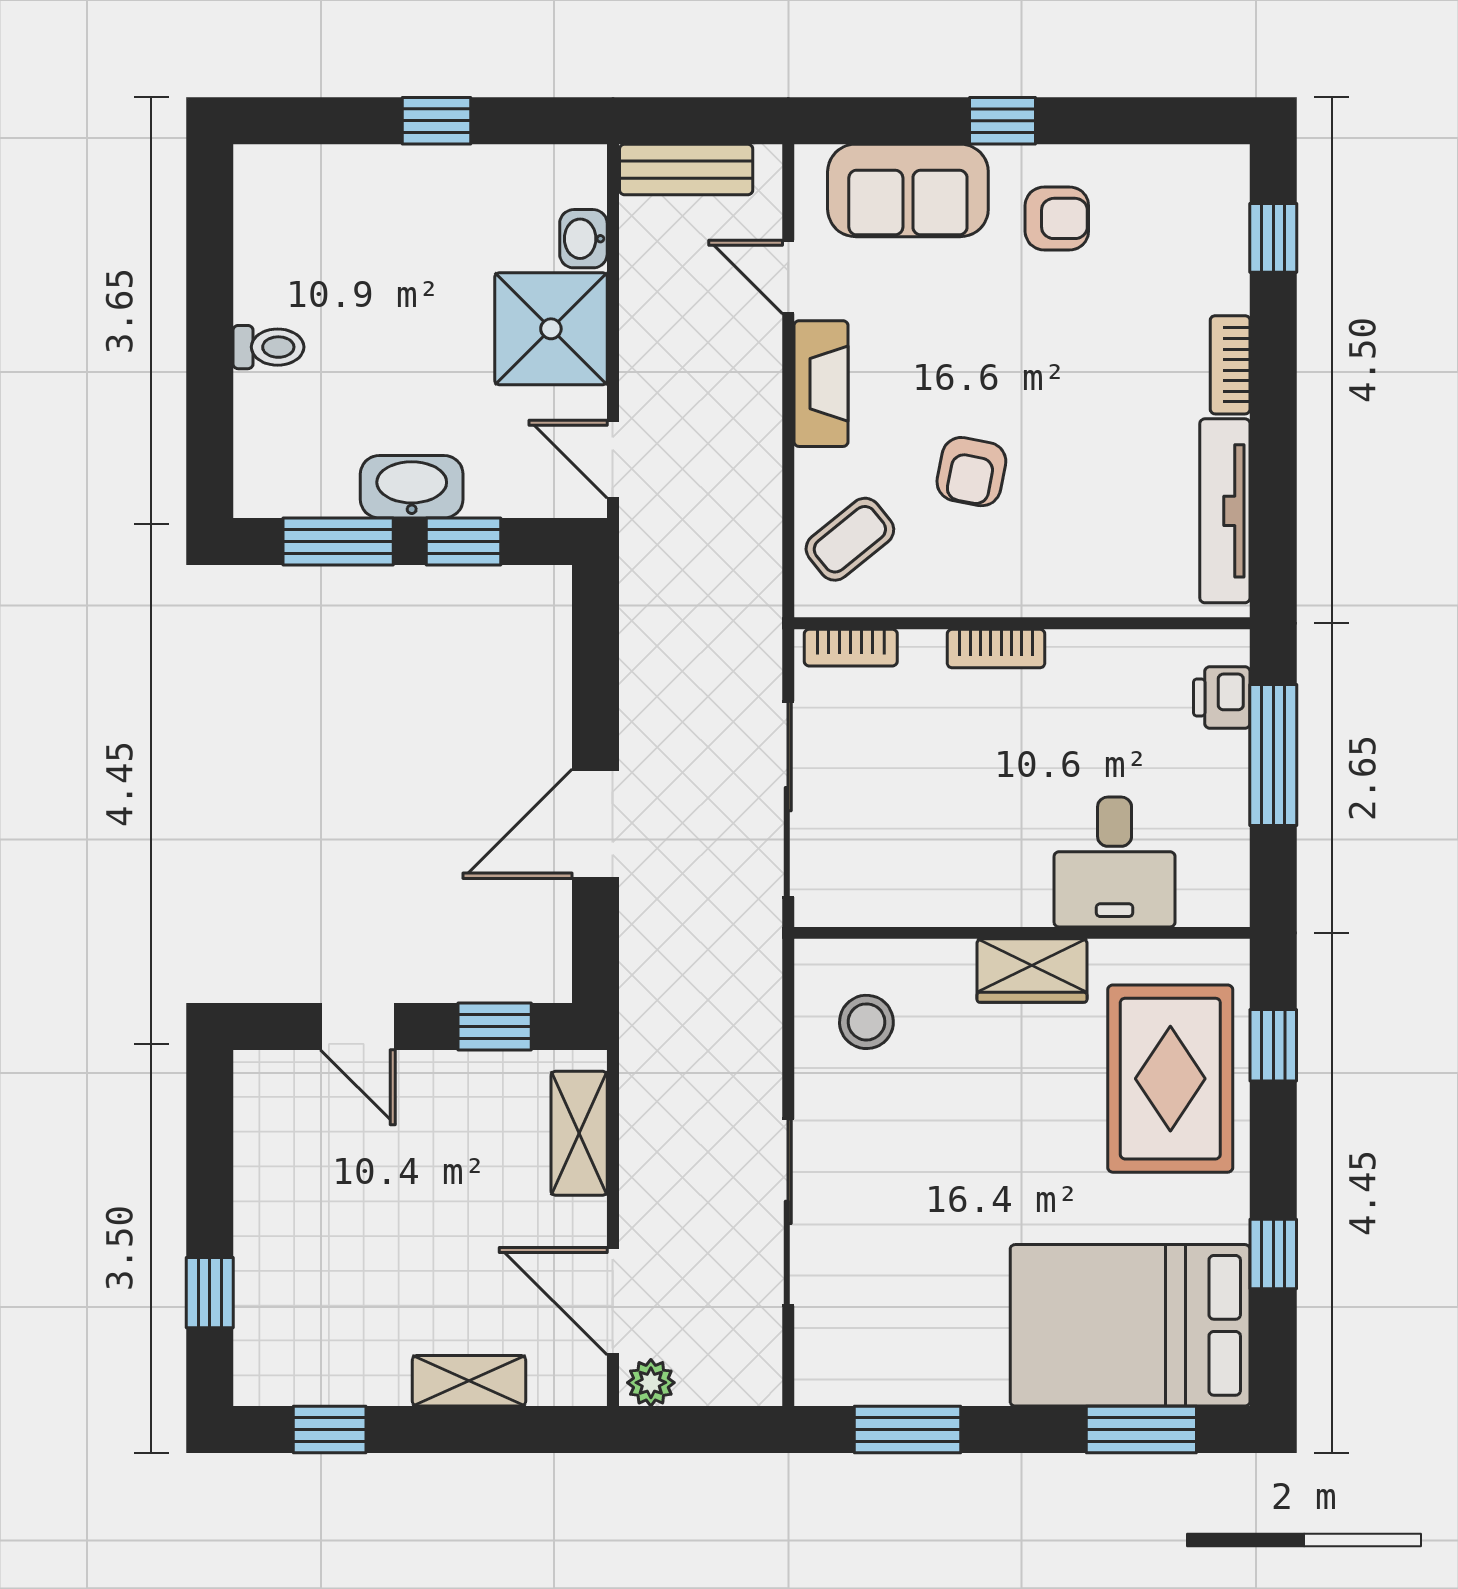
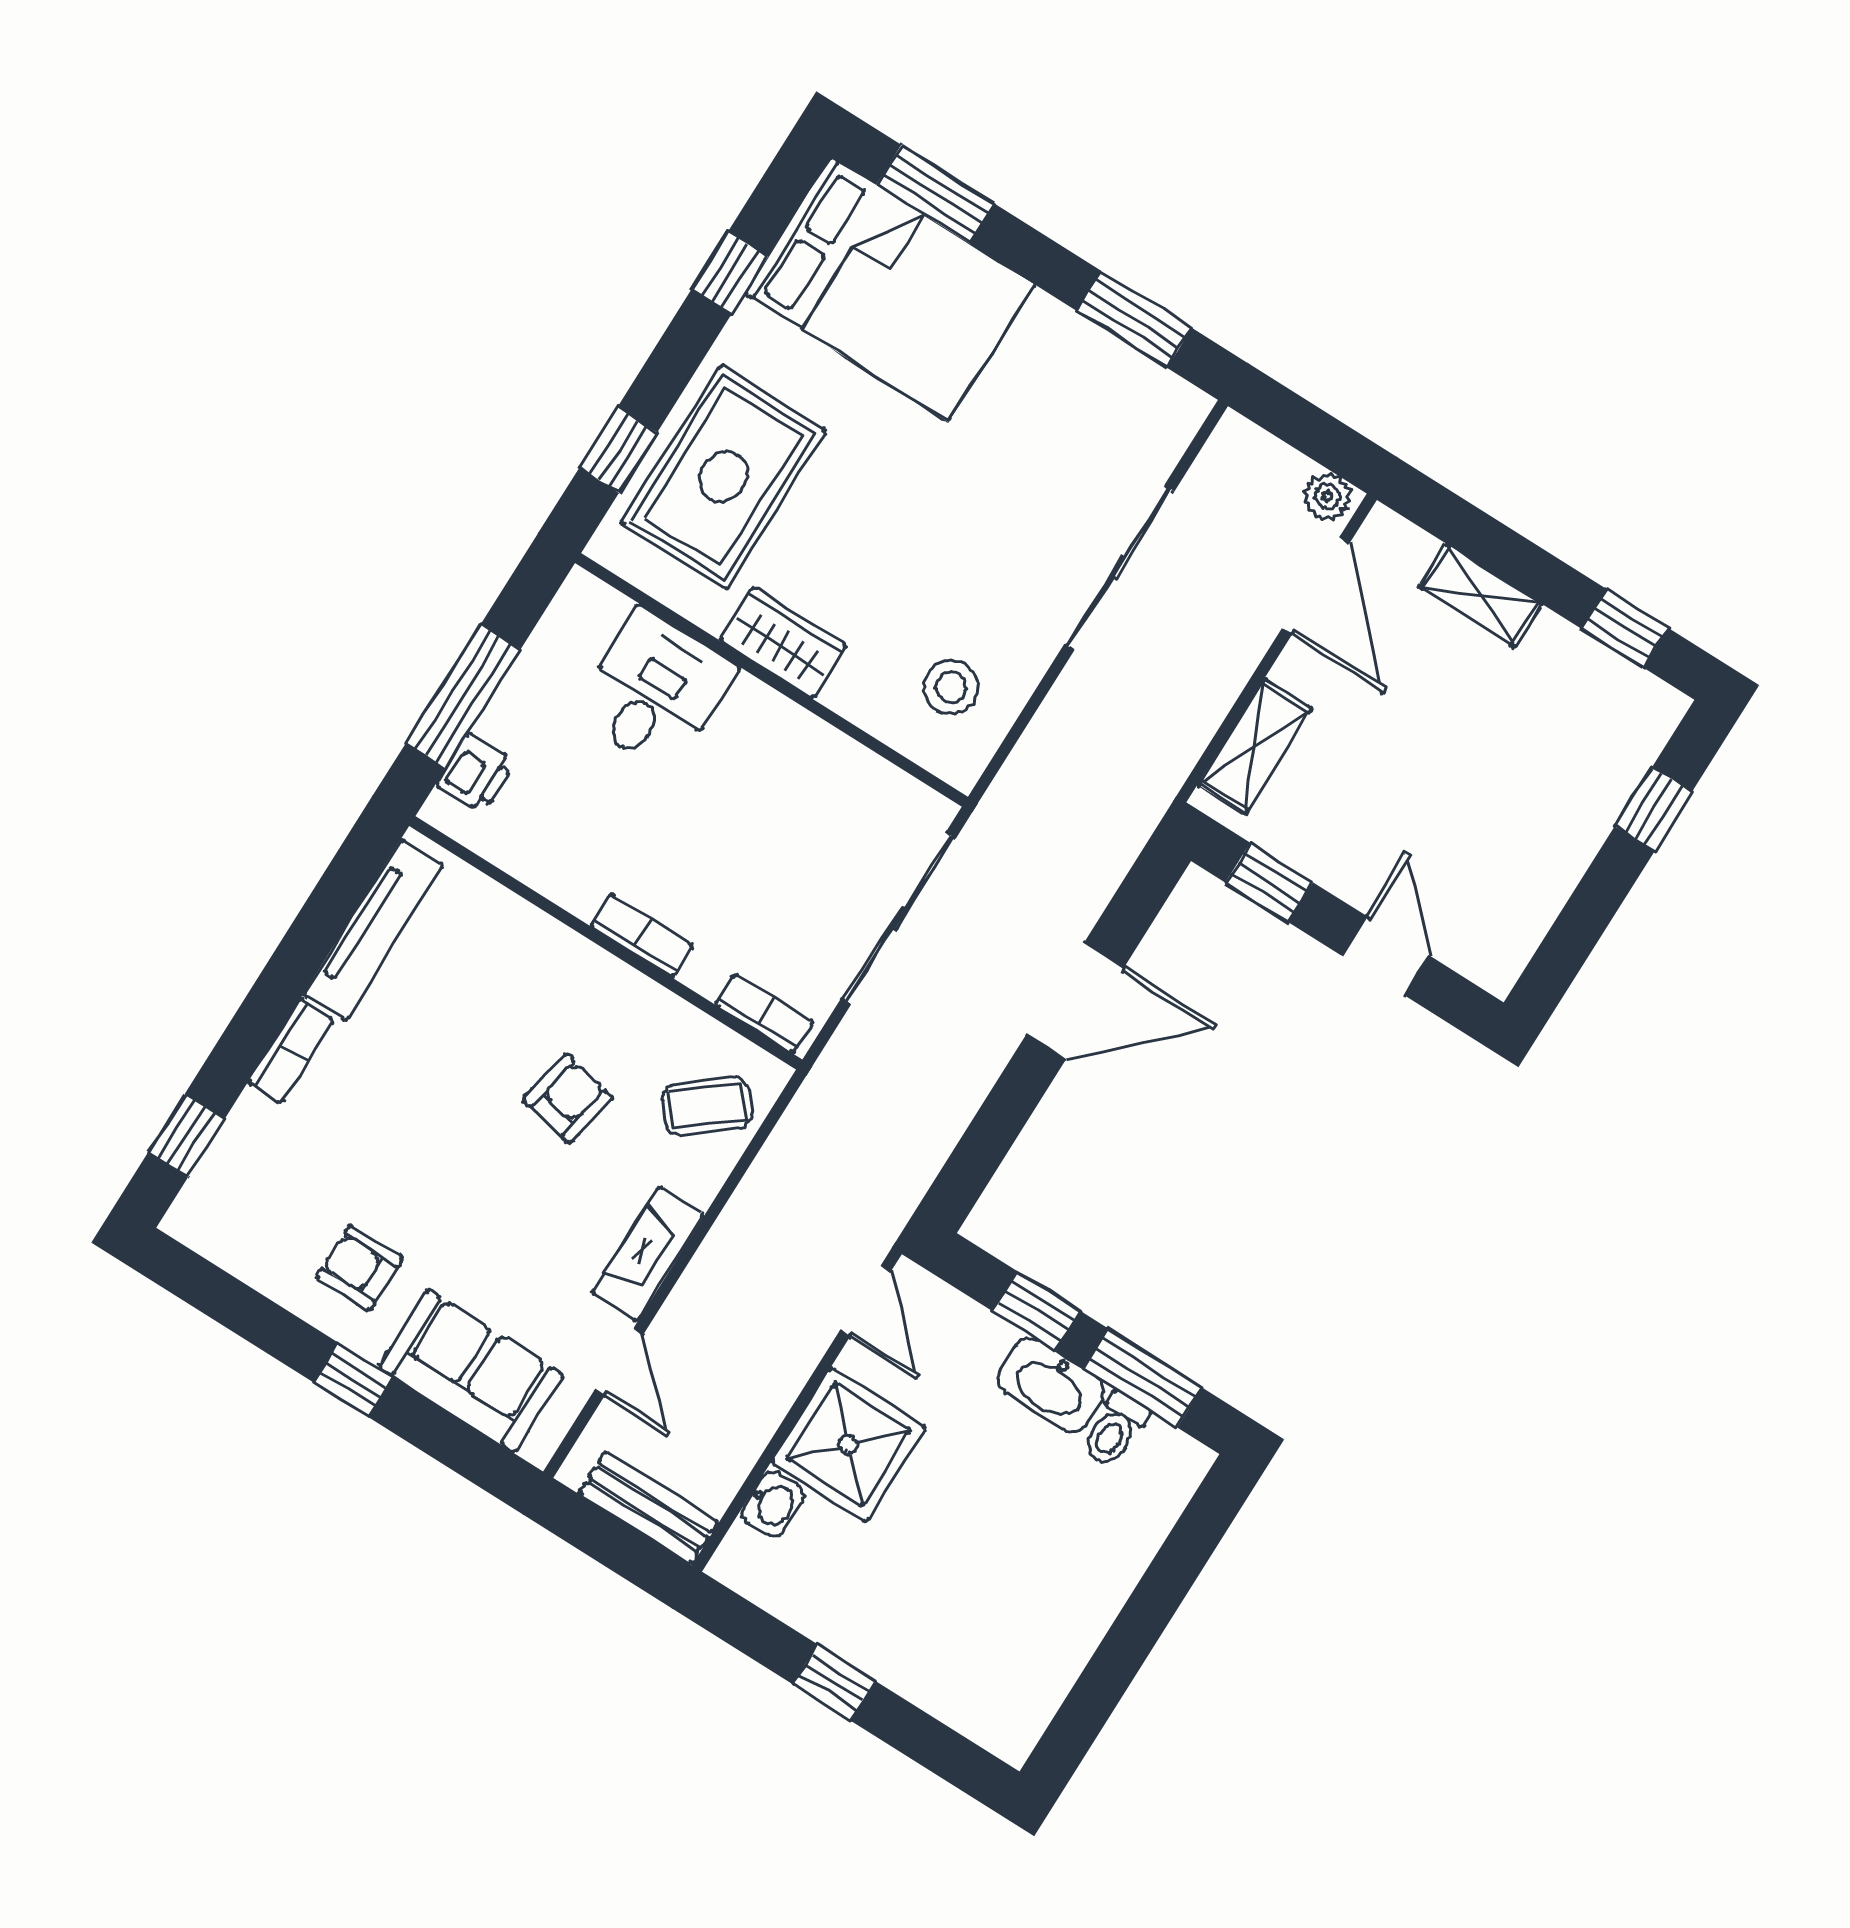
toilet: (268, 347) -> (1115, 1430), moved, turned -90

